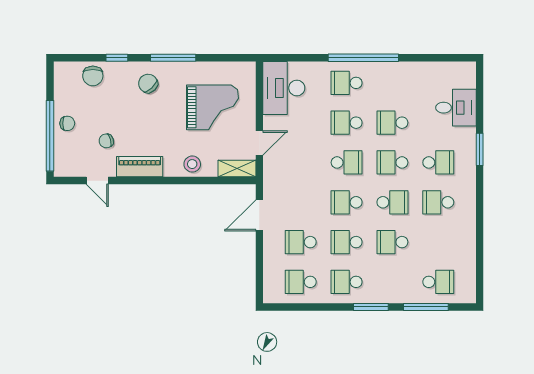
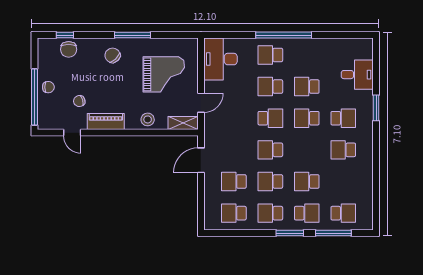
window: (117, 58) -> (65, 35), moved
school desk: (392, 202) -> (307, 213), moved

